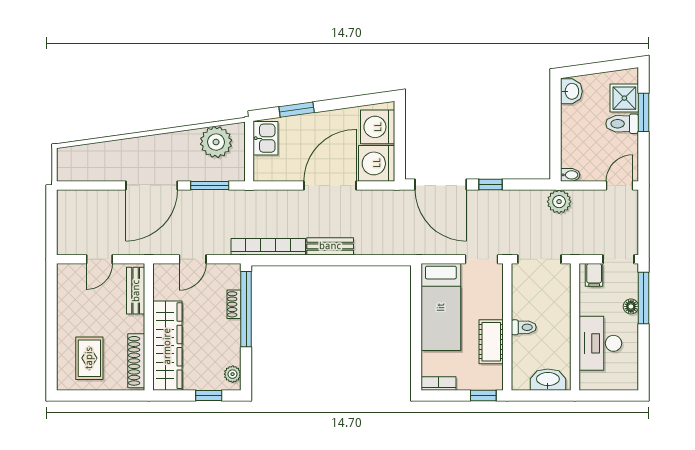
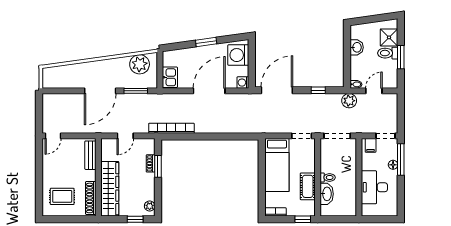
washbasin: (571, 91) -> (357, 47), moved
window: (297, 110) -> (206, 42), moved
window: (644, 112) -> (401, 57), moved
kitchen sink: (265, 138) -> (170, 77), moved
washing machine: (377, 163) -> (243, 83), width x0.53, depth x0.53
door: (441, 184) -> (277, 90), swing flipped
window: (490, 184) -> (318, 90), moved
door: (619, 186) -> (374, 91), moved
bench: (330, 246) -> (209, 128), removed
door: (99, 259) -> (53, 136), moved
window: (246, 309) -> (158, 166), width x0.47
rug: (89, 358) -> (62, 196), turned 90
washbasin: (548, 380) -> (327, 194), moved, turned 90

